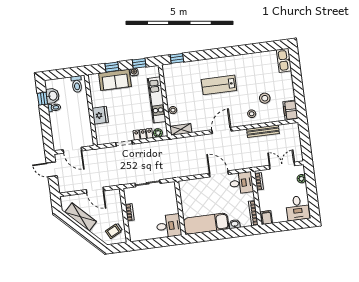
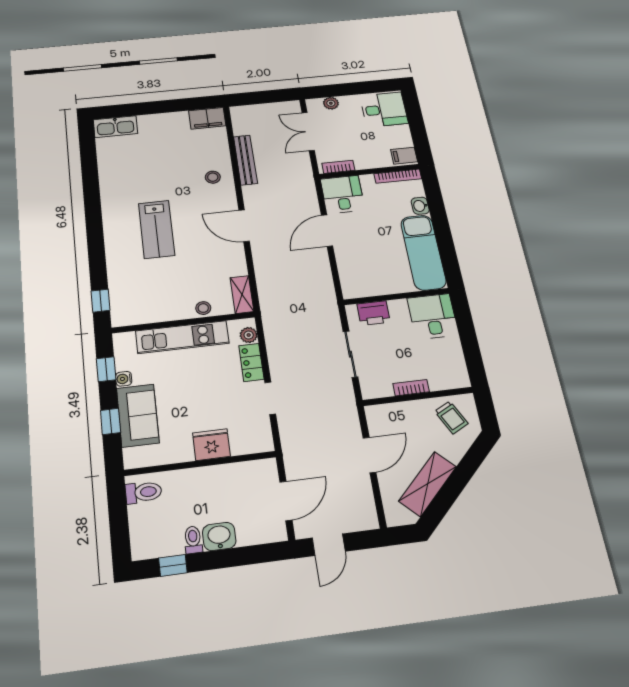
washbasin: (53, 96) -> (219, 536), moved
stool: (265, 98) -> (184, 157), removed
printer: (171, 196) -> (374, 313), added

